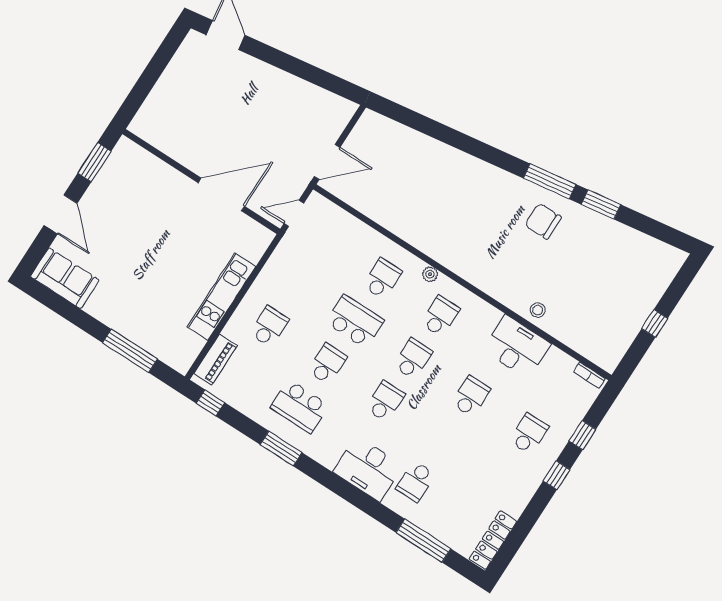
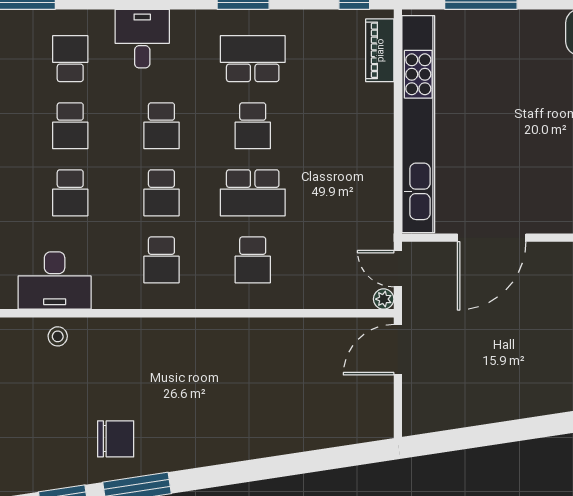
door: (294, 213) -> (398, 269), swing flipped
plant: (430, 274) -> (384, 299), moved
kitchen unit: (221, 297) -> (418, 124), width x1.86
school desk: (269, 326) -> (70, 126), moved
desk: (368, 469) -> (142, 39), width x0.73

